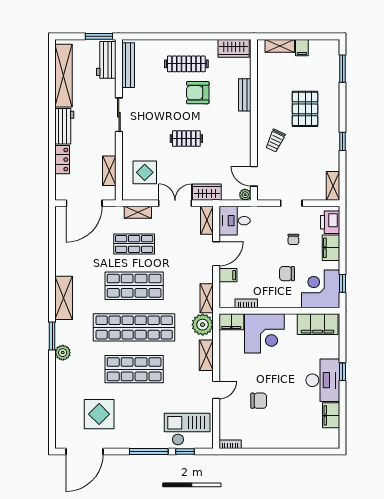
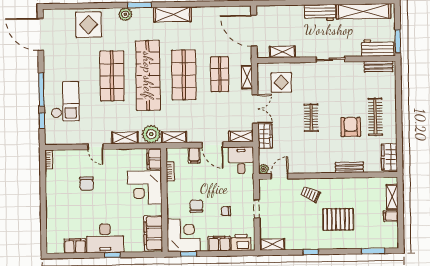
bench: (128, 65) -> (379, 67), width x0.73
locker: (62, 160) -> (291, 11), removed
display table: (99, 414) -> (89, 25), moved
checkout: (187, 429) -> (65, 101), moved

